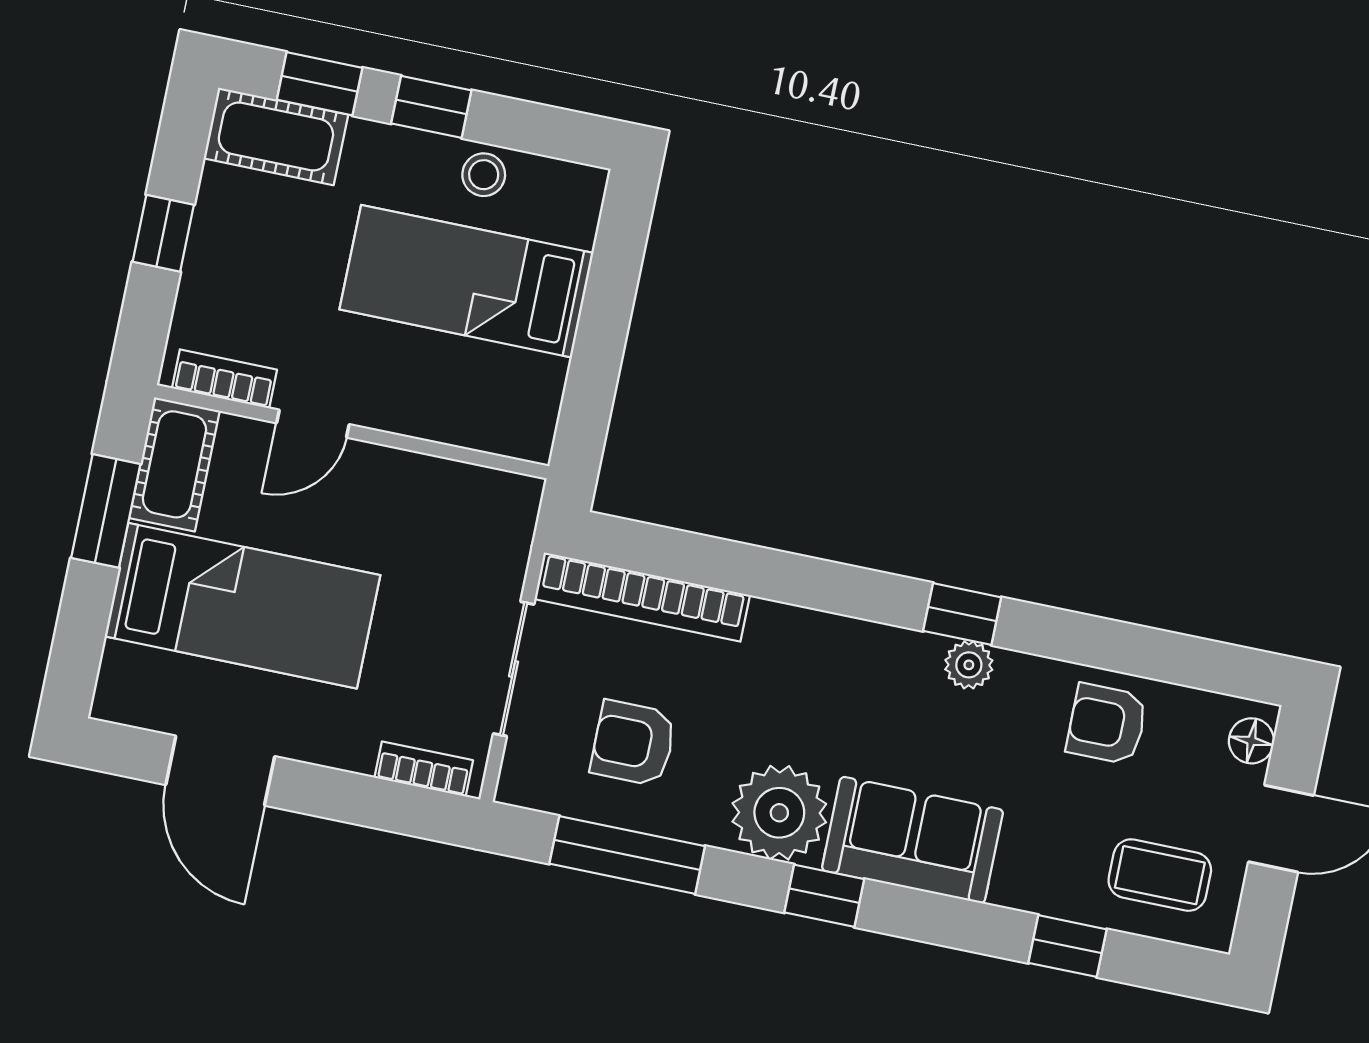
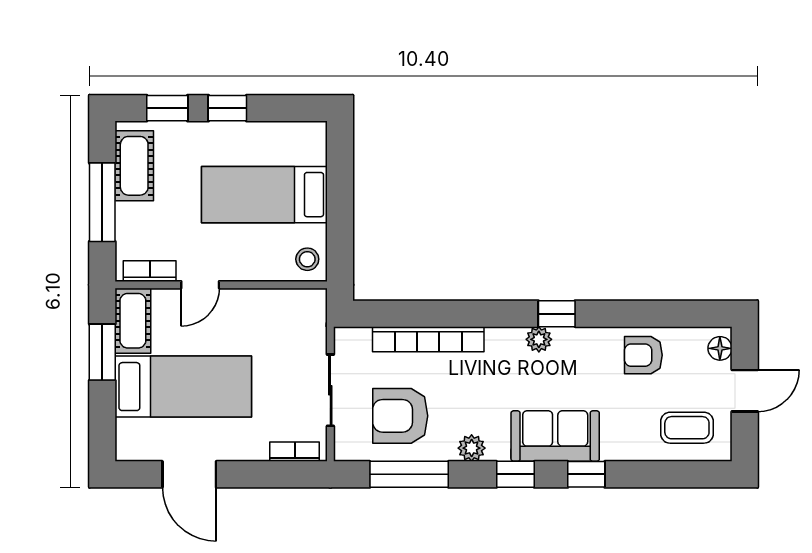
cot: (276, 136) -> (134, 166), moved, turned 90
stool: (484, 175) -> (307, 259), moved
window: (163, 233) -> (102, 202), width x2.17
bookcase: (642, 597) -> (428, 339), moved
plant: (969, 665) -> (539, 339), moved
armchair: (633, 743) -> (400, 416), width x1.38, depth x1.38
plant: (779, 813) -> (472, 448), width x0.53, depth x0.53
window: (1067, 946) -> (586, 474), moved

